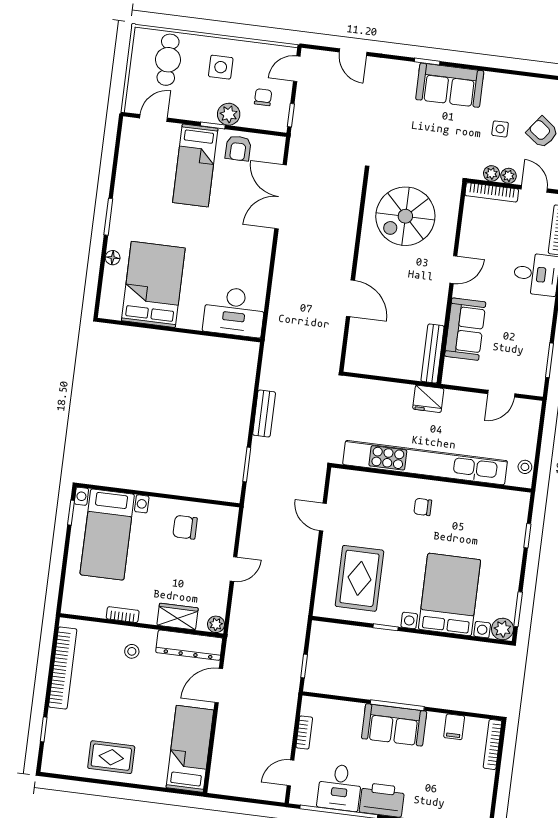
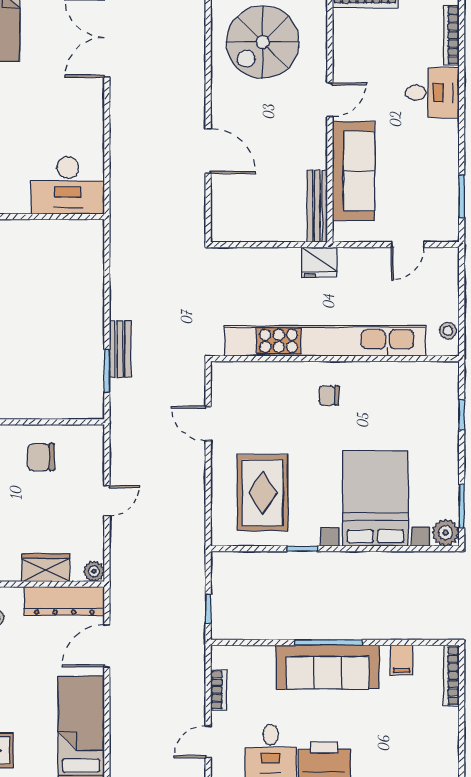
sofa: (465, 329) -> (353, 171), width x1.36
bench: (264, 413) -> (120, 349), moved
sofa: (394, 725) -> (328, 667), width x1.36

